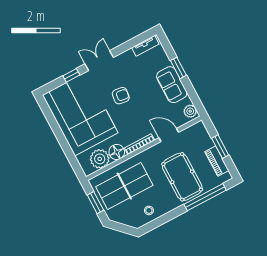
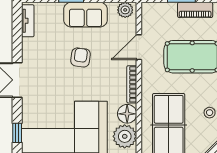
window: (71, 75) -> (17, 133), moved
armchair: (121, 96) -> (81, 57), moved

